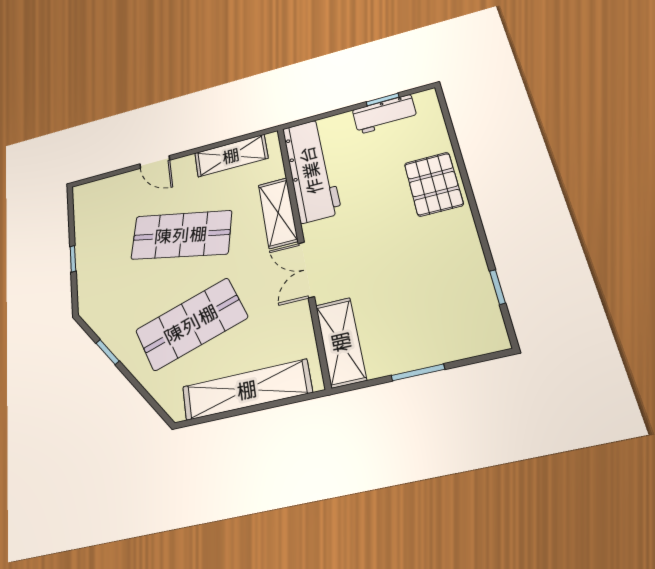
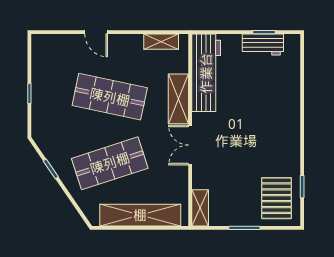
shelving: (231, 156) -> (161, 42), width x0.67, depth x0.75
pallet: (434, 184) -> (277, 198), moved
shelving: (341, 342) -> (200, 208), width x0.67, depth x0.75

